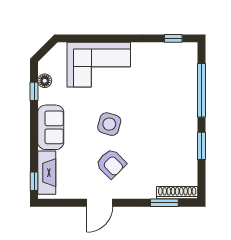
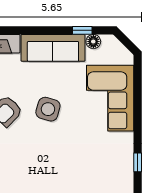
window: (173, 38) -> (138, 162), moved
sofa: (51, 127) -> (53, 48), width x1.36

